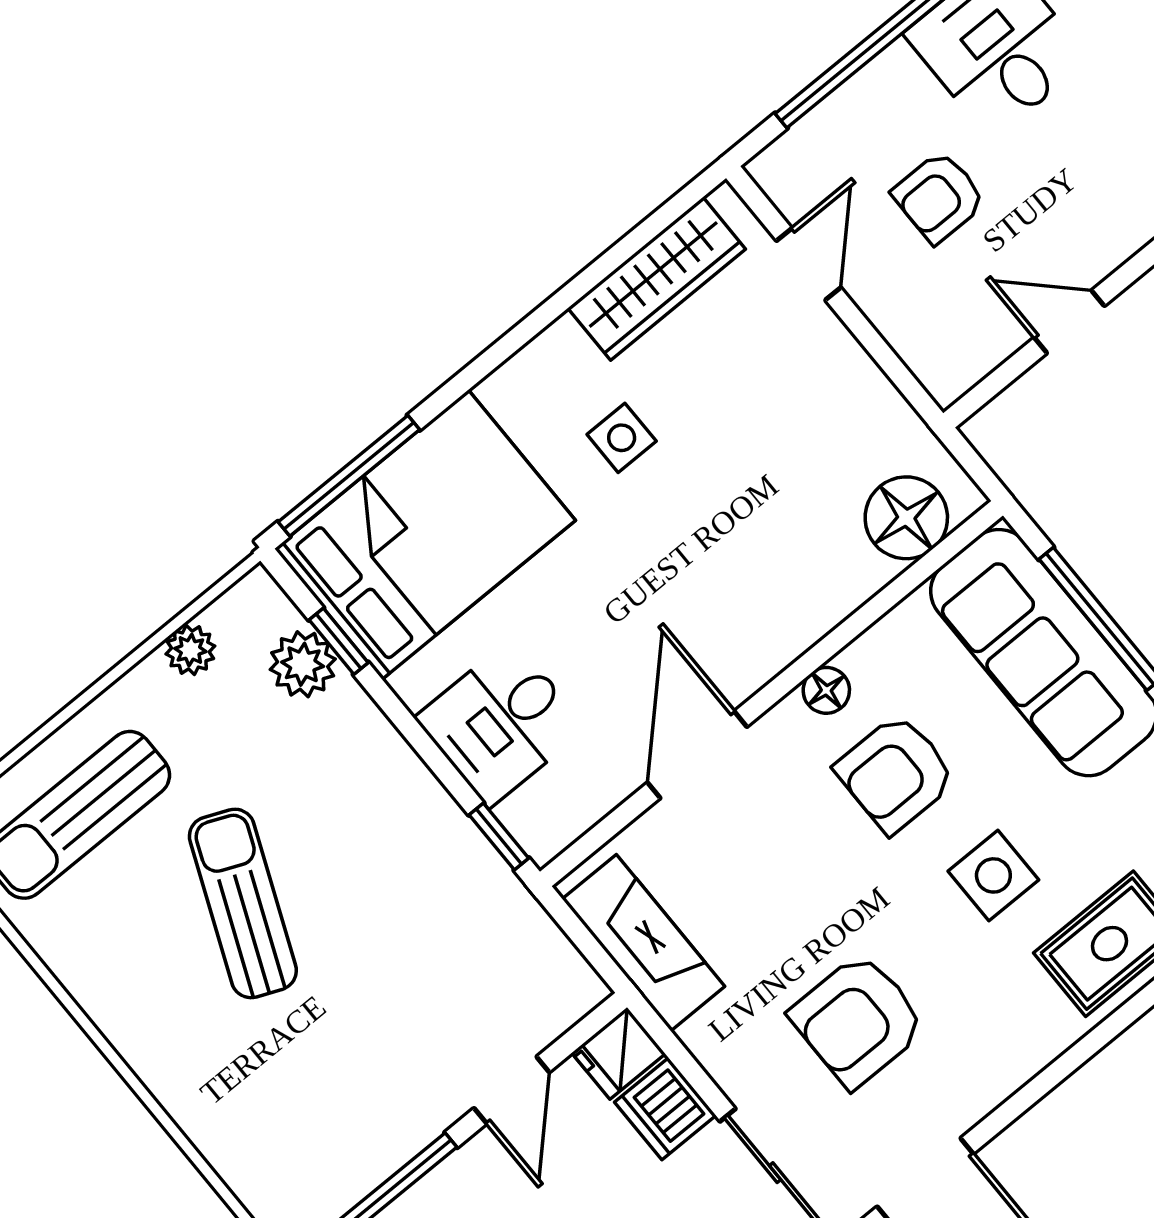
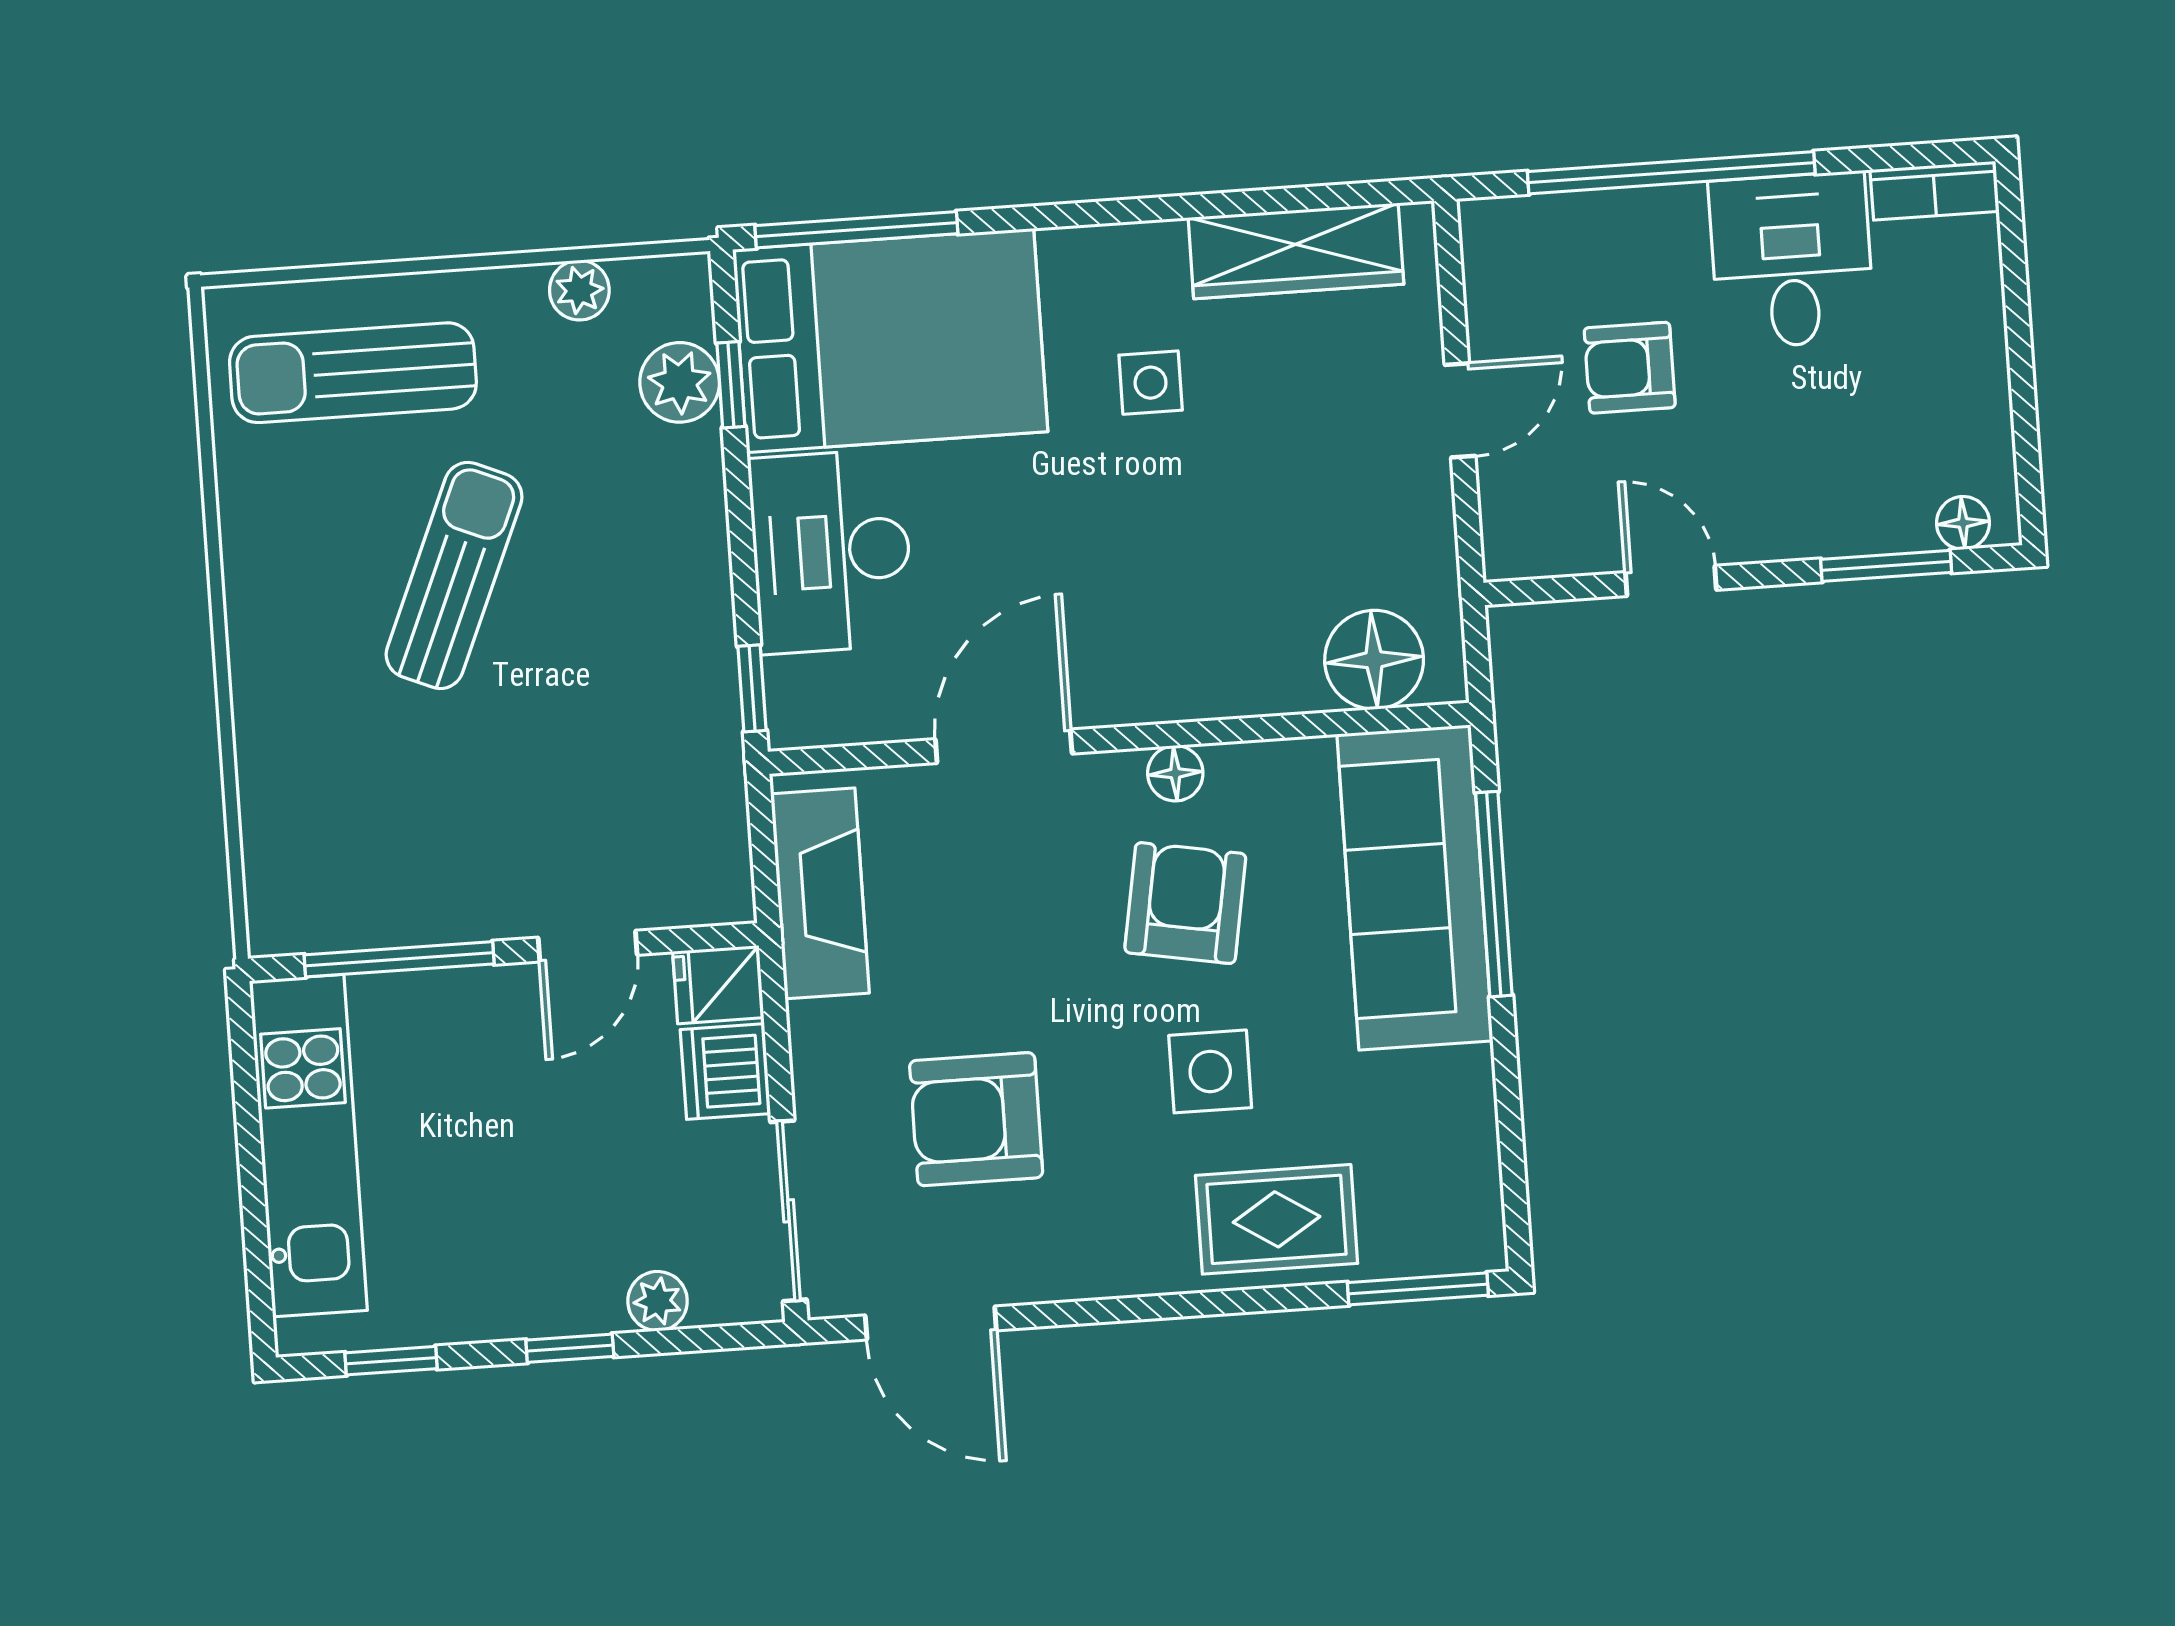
door: (809, 264) -> (1460, 410), moved
desk: (501, 723) -> (831, 551), width x1.37
armchair: (896, 773) -> (1185, 903), turned 100

